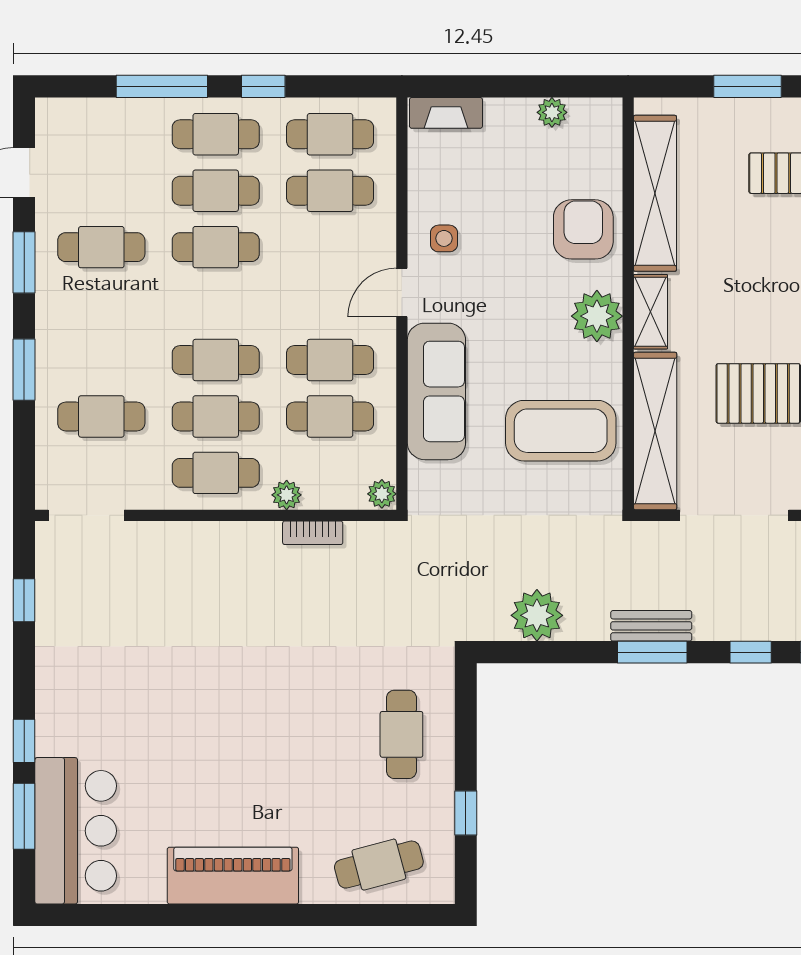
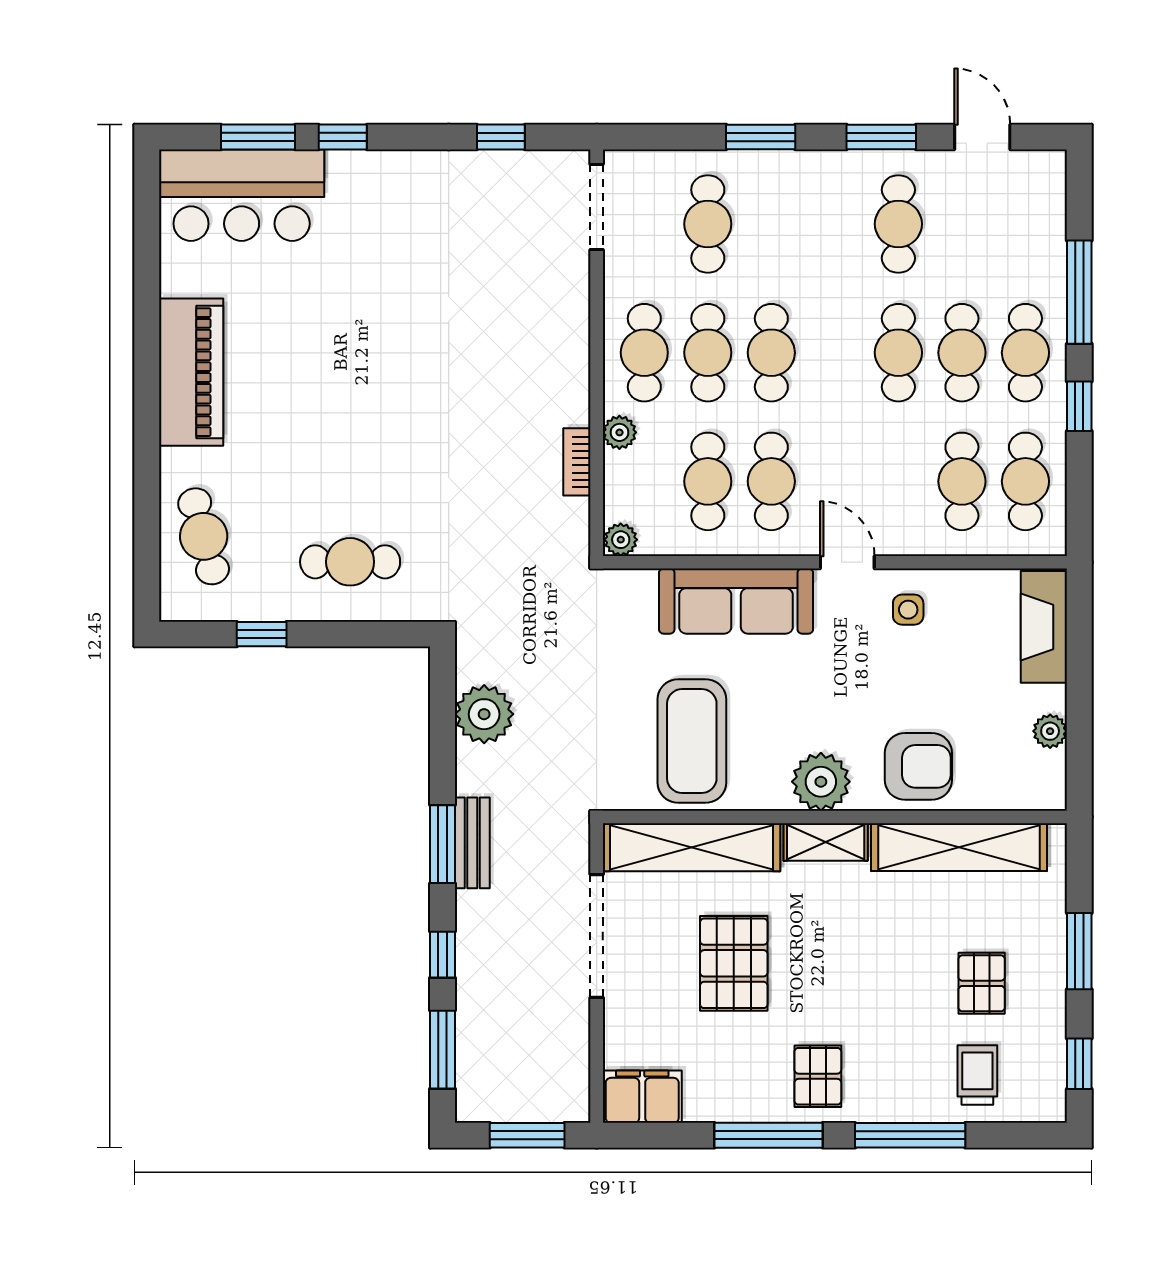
fireplace: (446, 113) -> (1044, 627), width x1.37, depth x1.32

